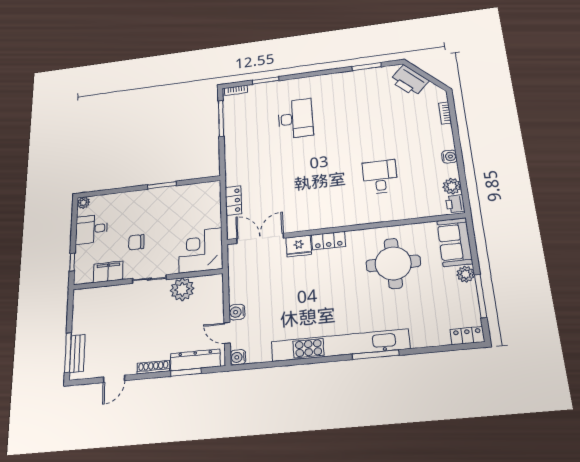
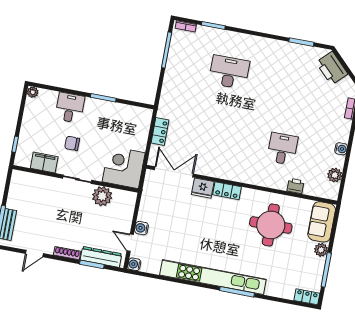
desk: (295, 119) -> (229, 72), turned -90
printer: (455, 204) -> (296, 186), moved, turned 90
desk: (91, 229) -> (70, 108), moved, turned 90

